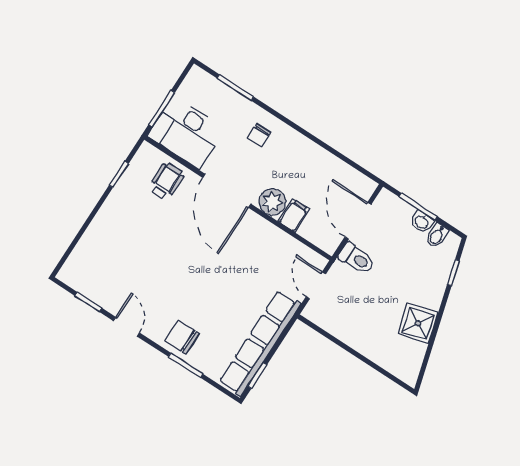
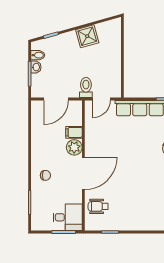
desk: (186, 132) -> (68, 217), width x0.73
toilet: (357, 259) -> (86, 87), moved

